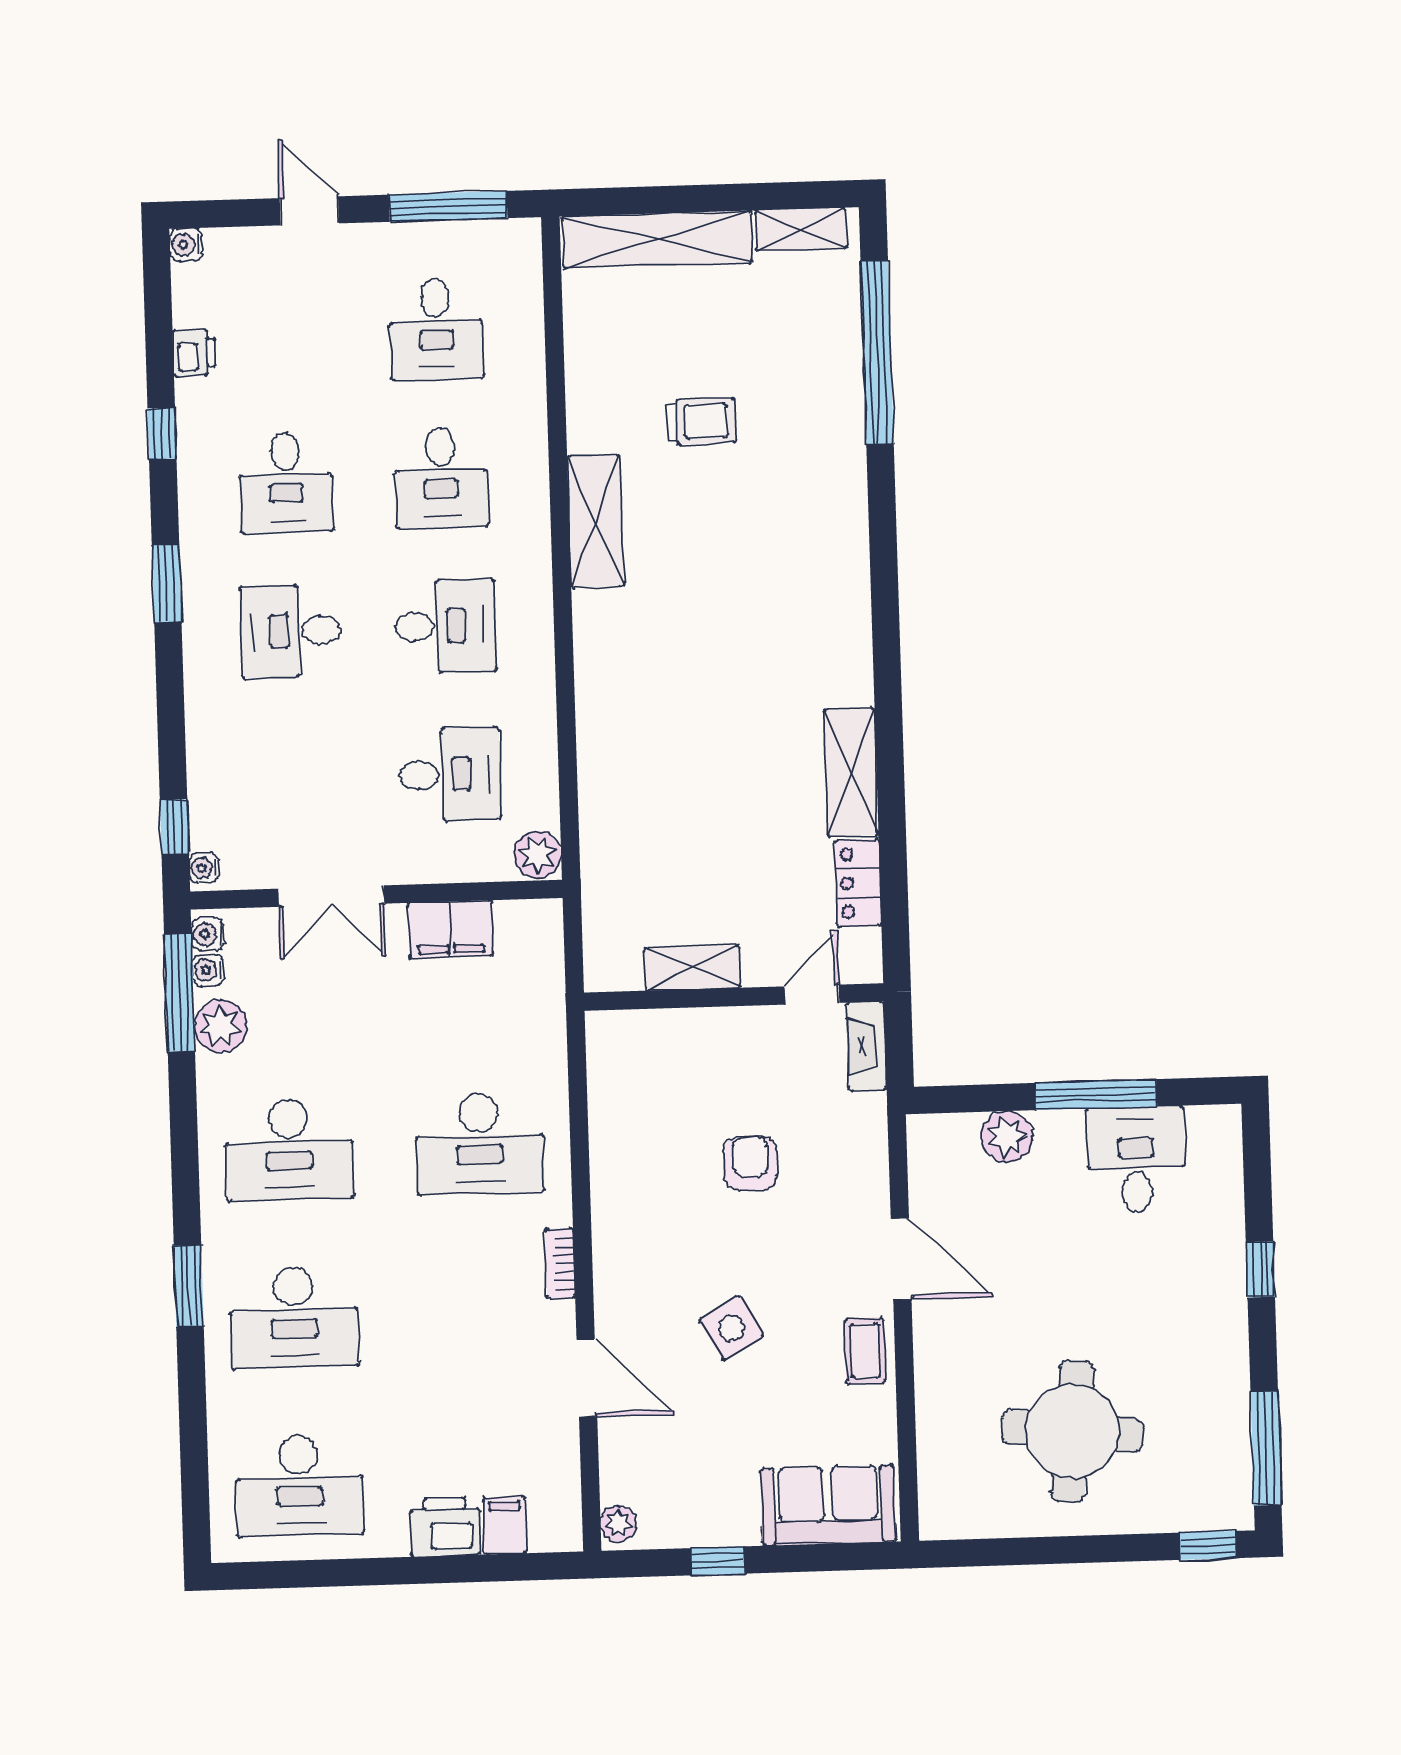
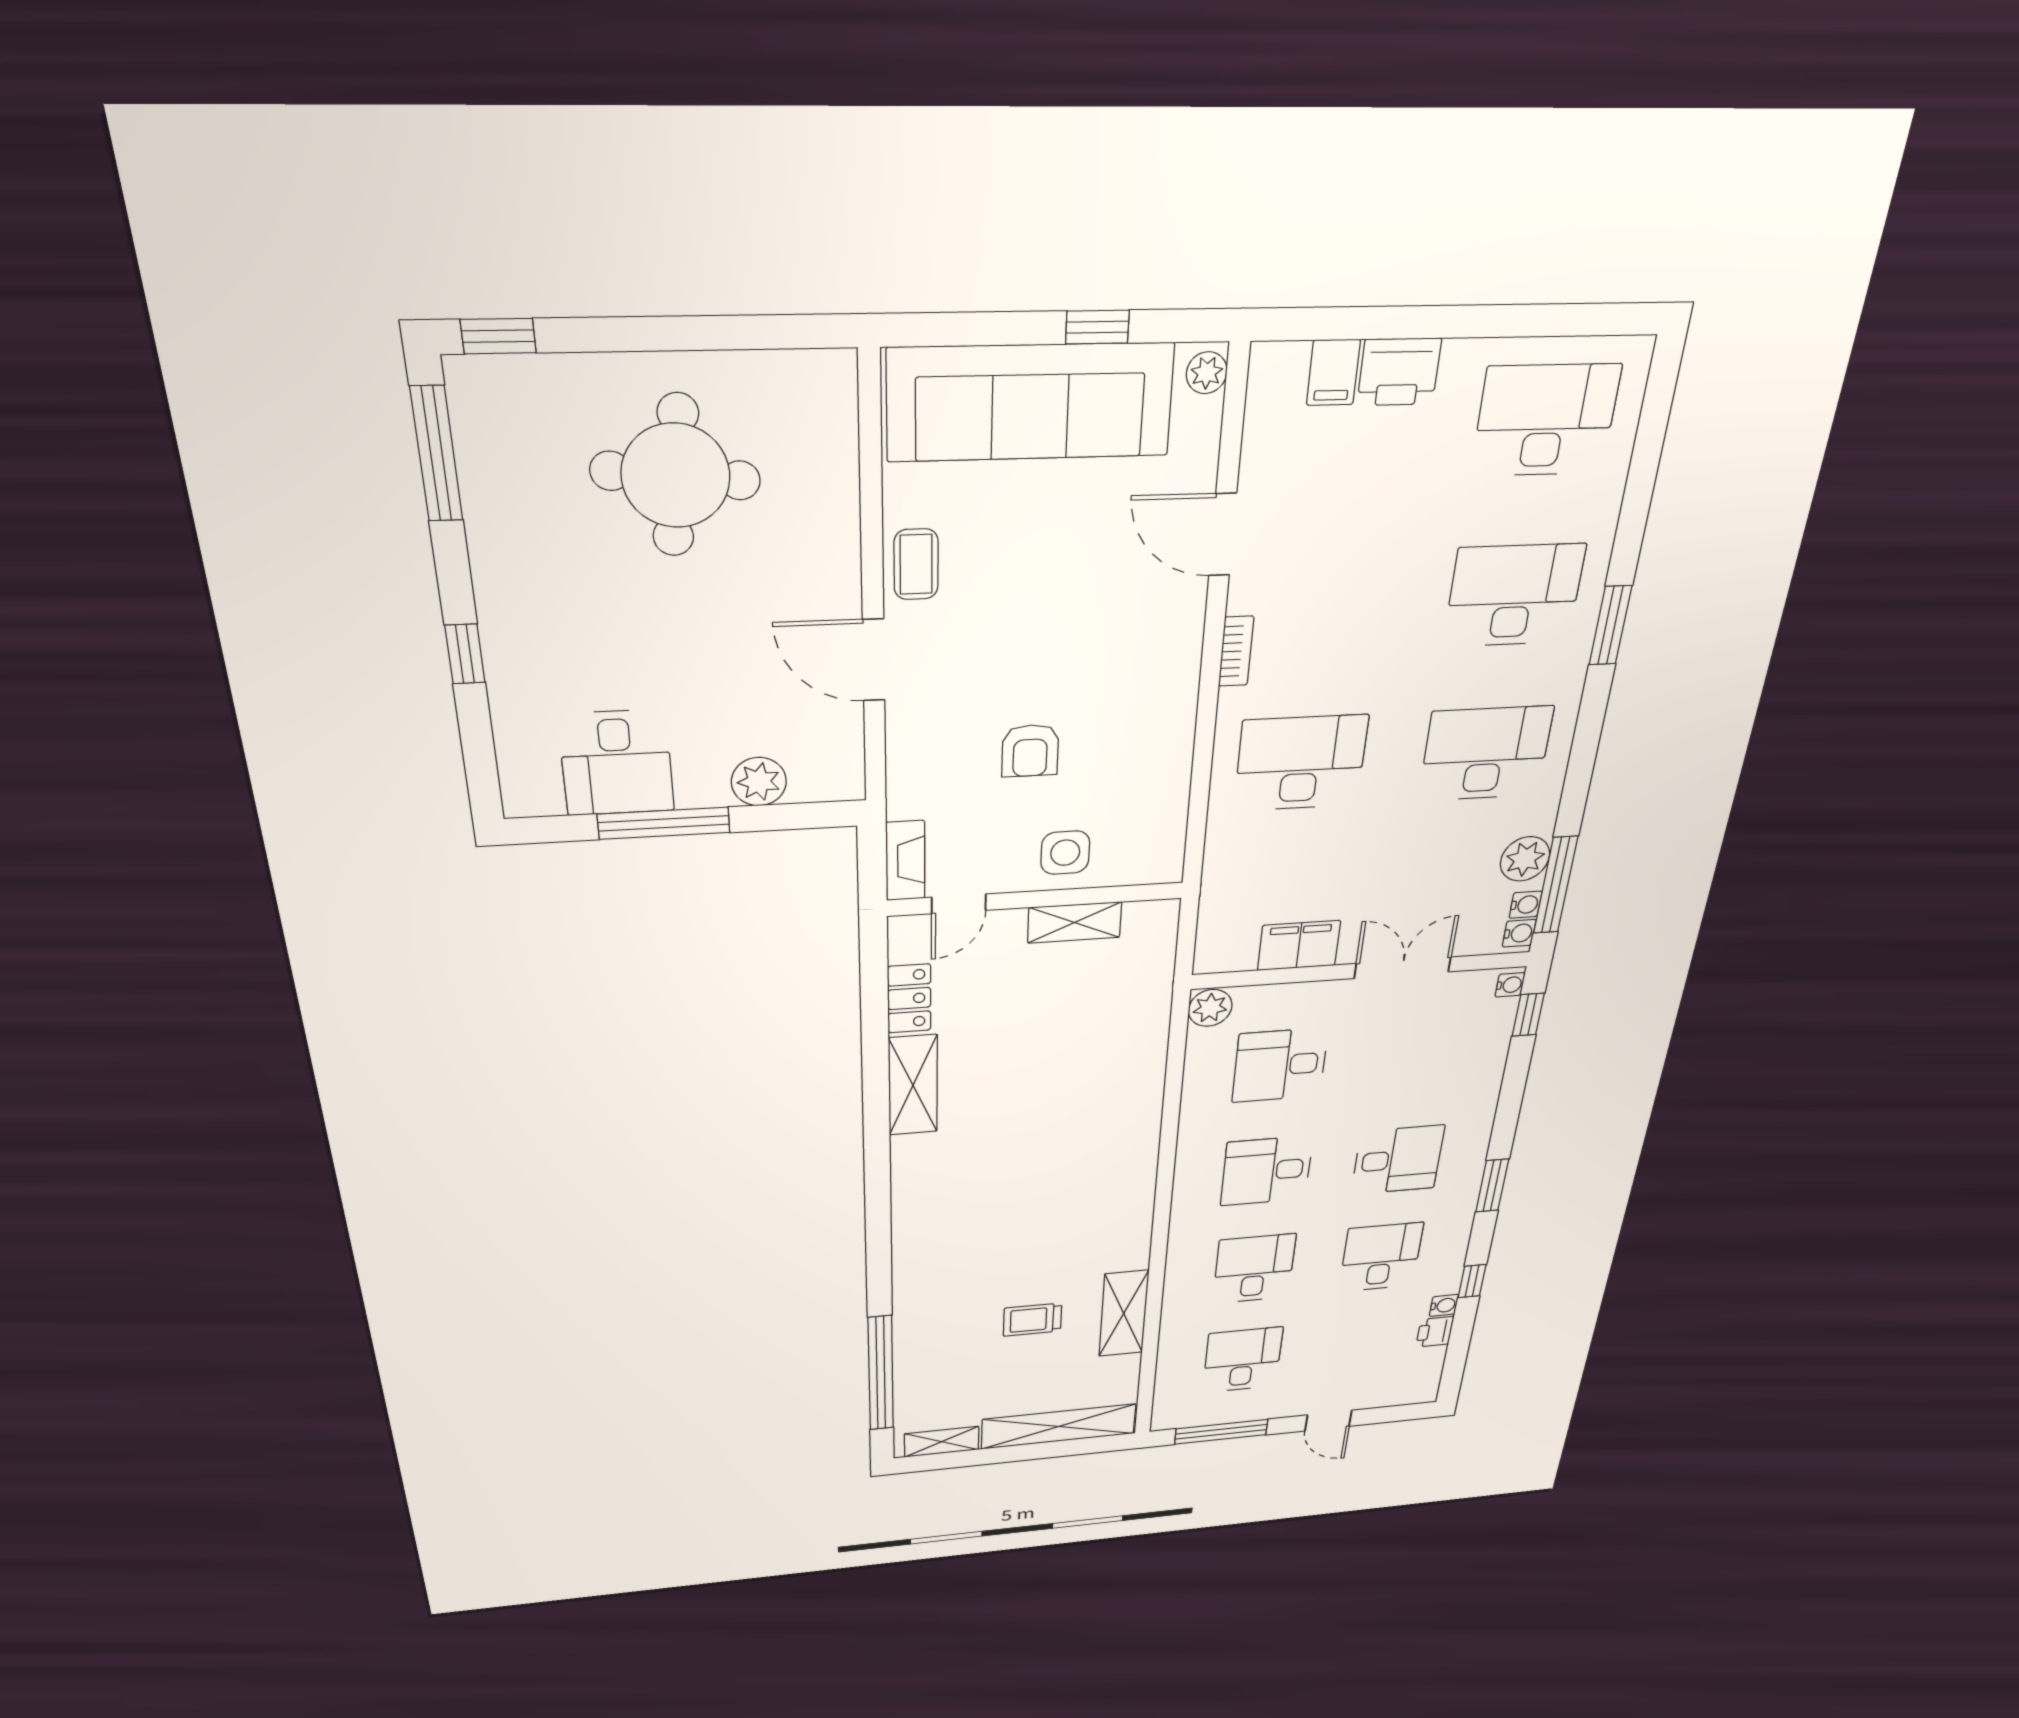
water cooler: (186, 245) -> (1444, 1305), moved
shelving: (595, 521) -> (1124, 1313), moved
side table: (731, 1328) -> (1065, 853), moved, turned 30
sofa: (828, 1505) -> (1030, 402), width x1.85, depth x1.27

